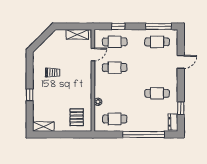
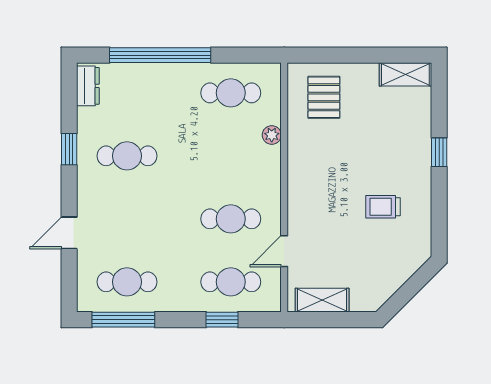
window: (181, 108) -> (69, 149), moved

